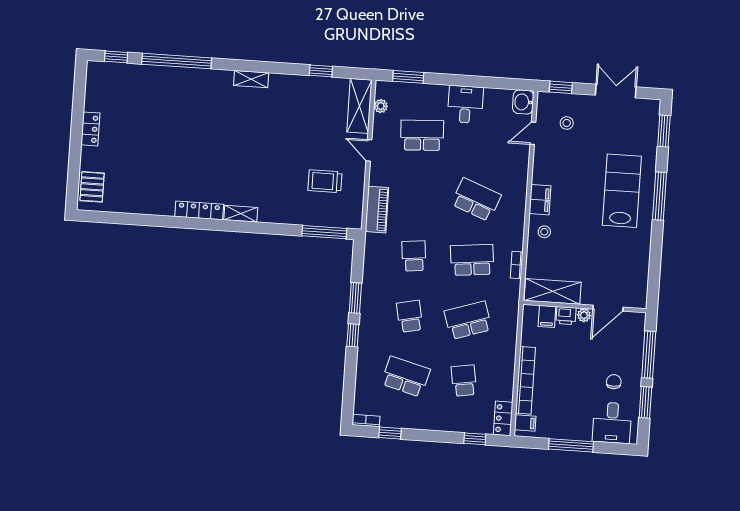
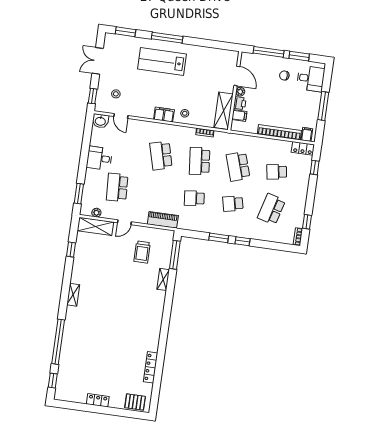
school desk: (476, 200) -> (161, 156), turned -36
locker: (199, 210) -> (150, 367), moved
shelving: (241, 214) -> (163, 279), moved

